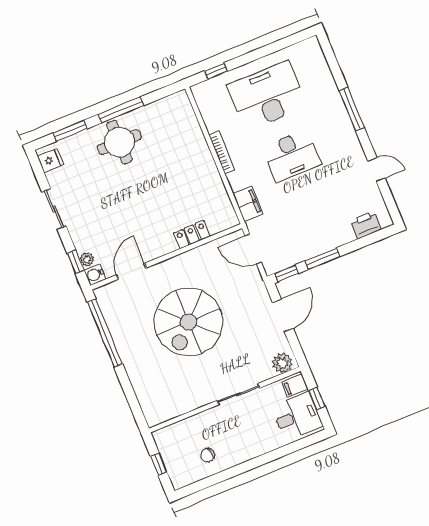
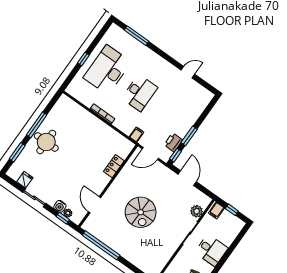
window: (216, 71) -> (83, 59), moved
window: (352, 109) -> (136, 36), moved
fridge: (50, 160) -> (25, 180), moved
filing cabinet: (248, 204) -> (137, 135), width x0.50
printer: (366, 225) -> (173, 142), moved
water cooler: (95, 275) -> (60, 206), moved
spiral stairs: (188, 322) -> (141, 212), width x0.73, depth x0.73
plant: (282, 363) -> (197, 211), moved
desk: (297, 416) -> (211, 250), moved, turned 90

